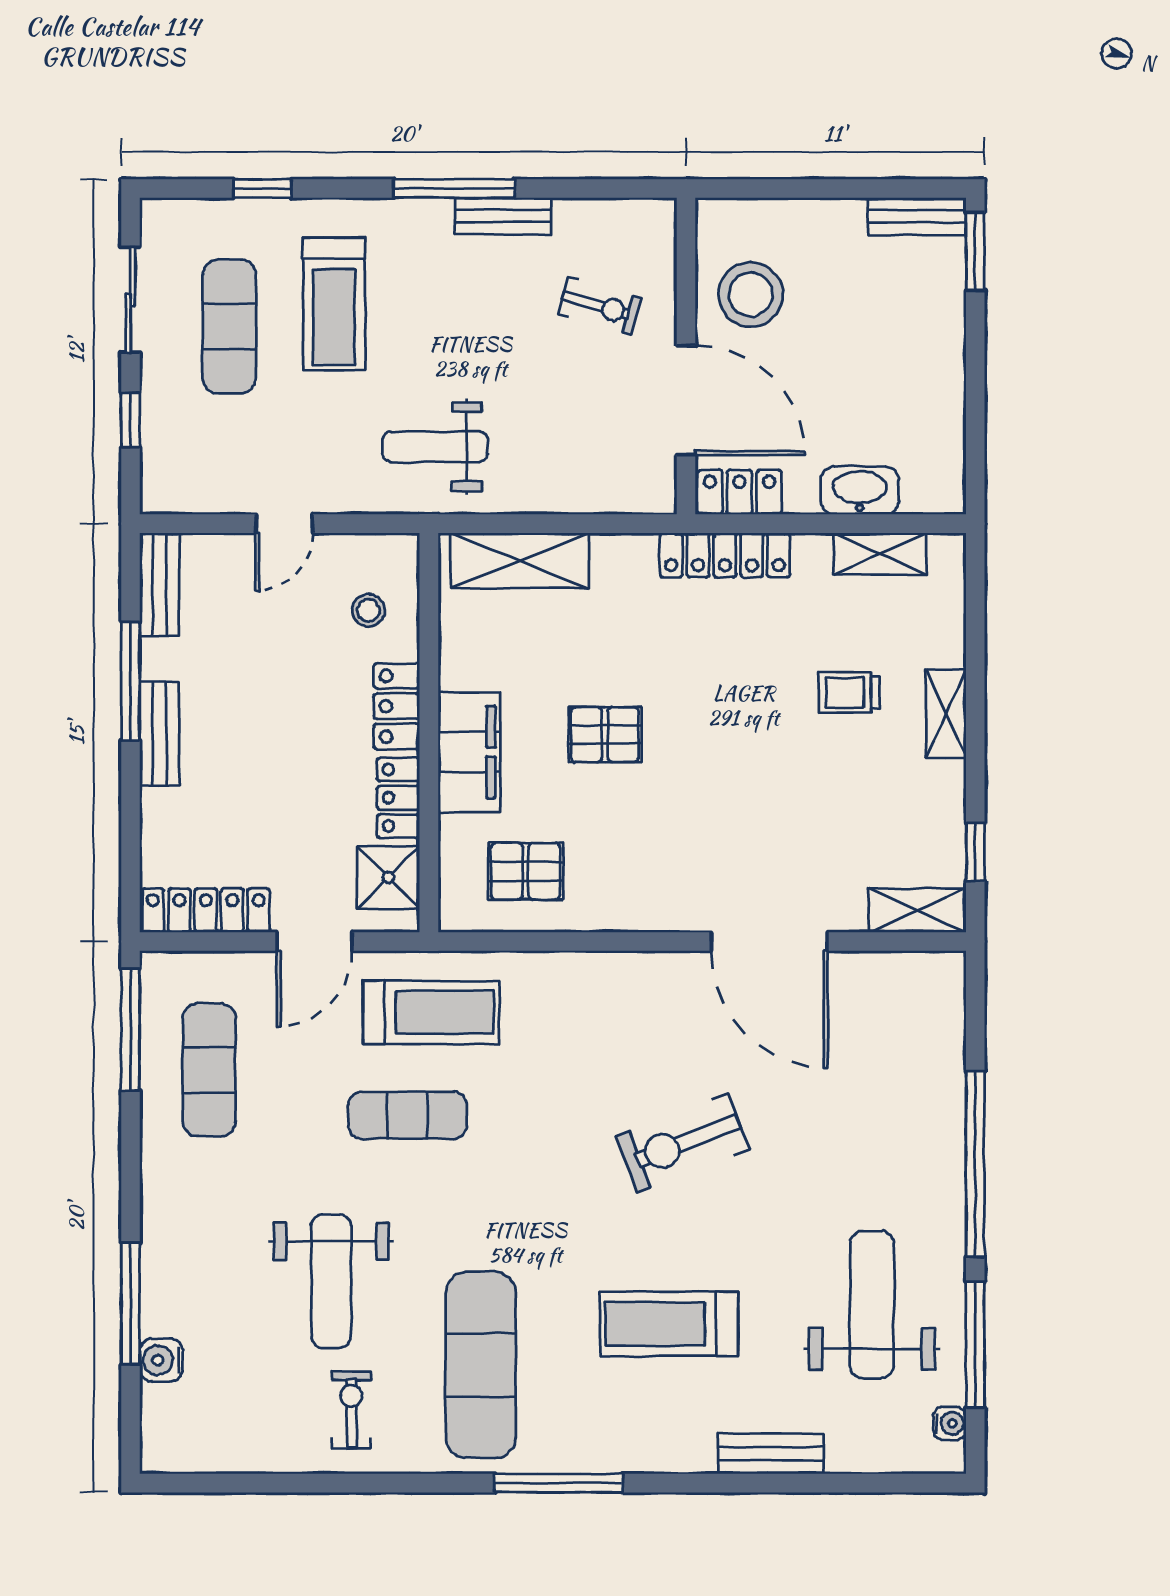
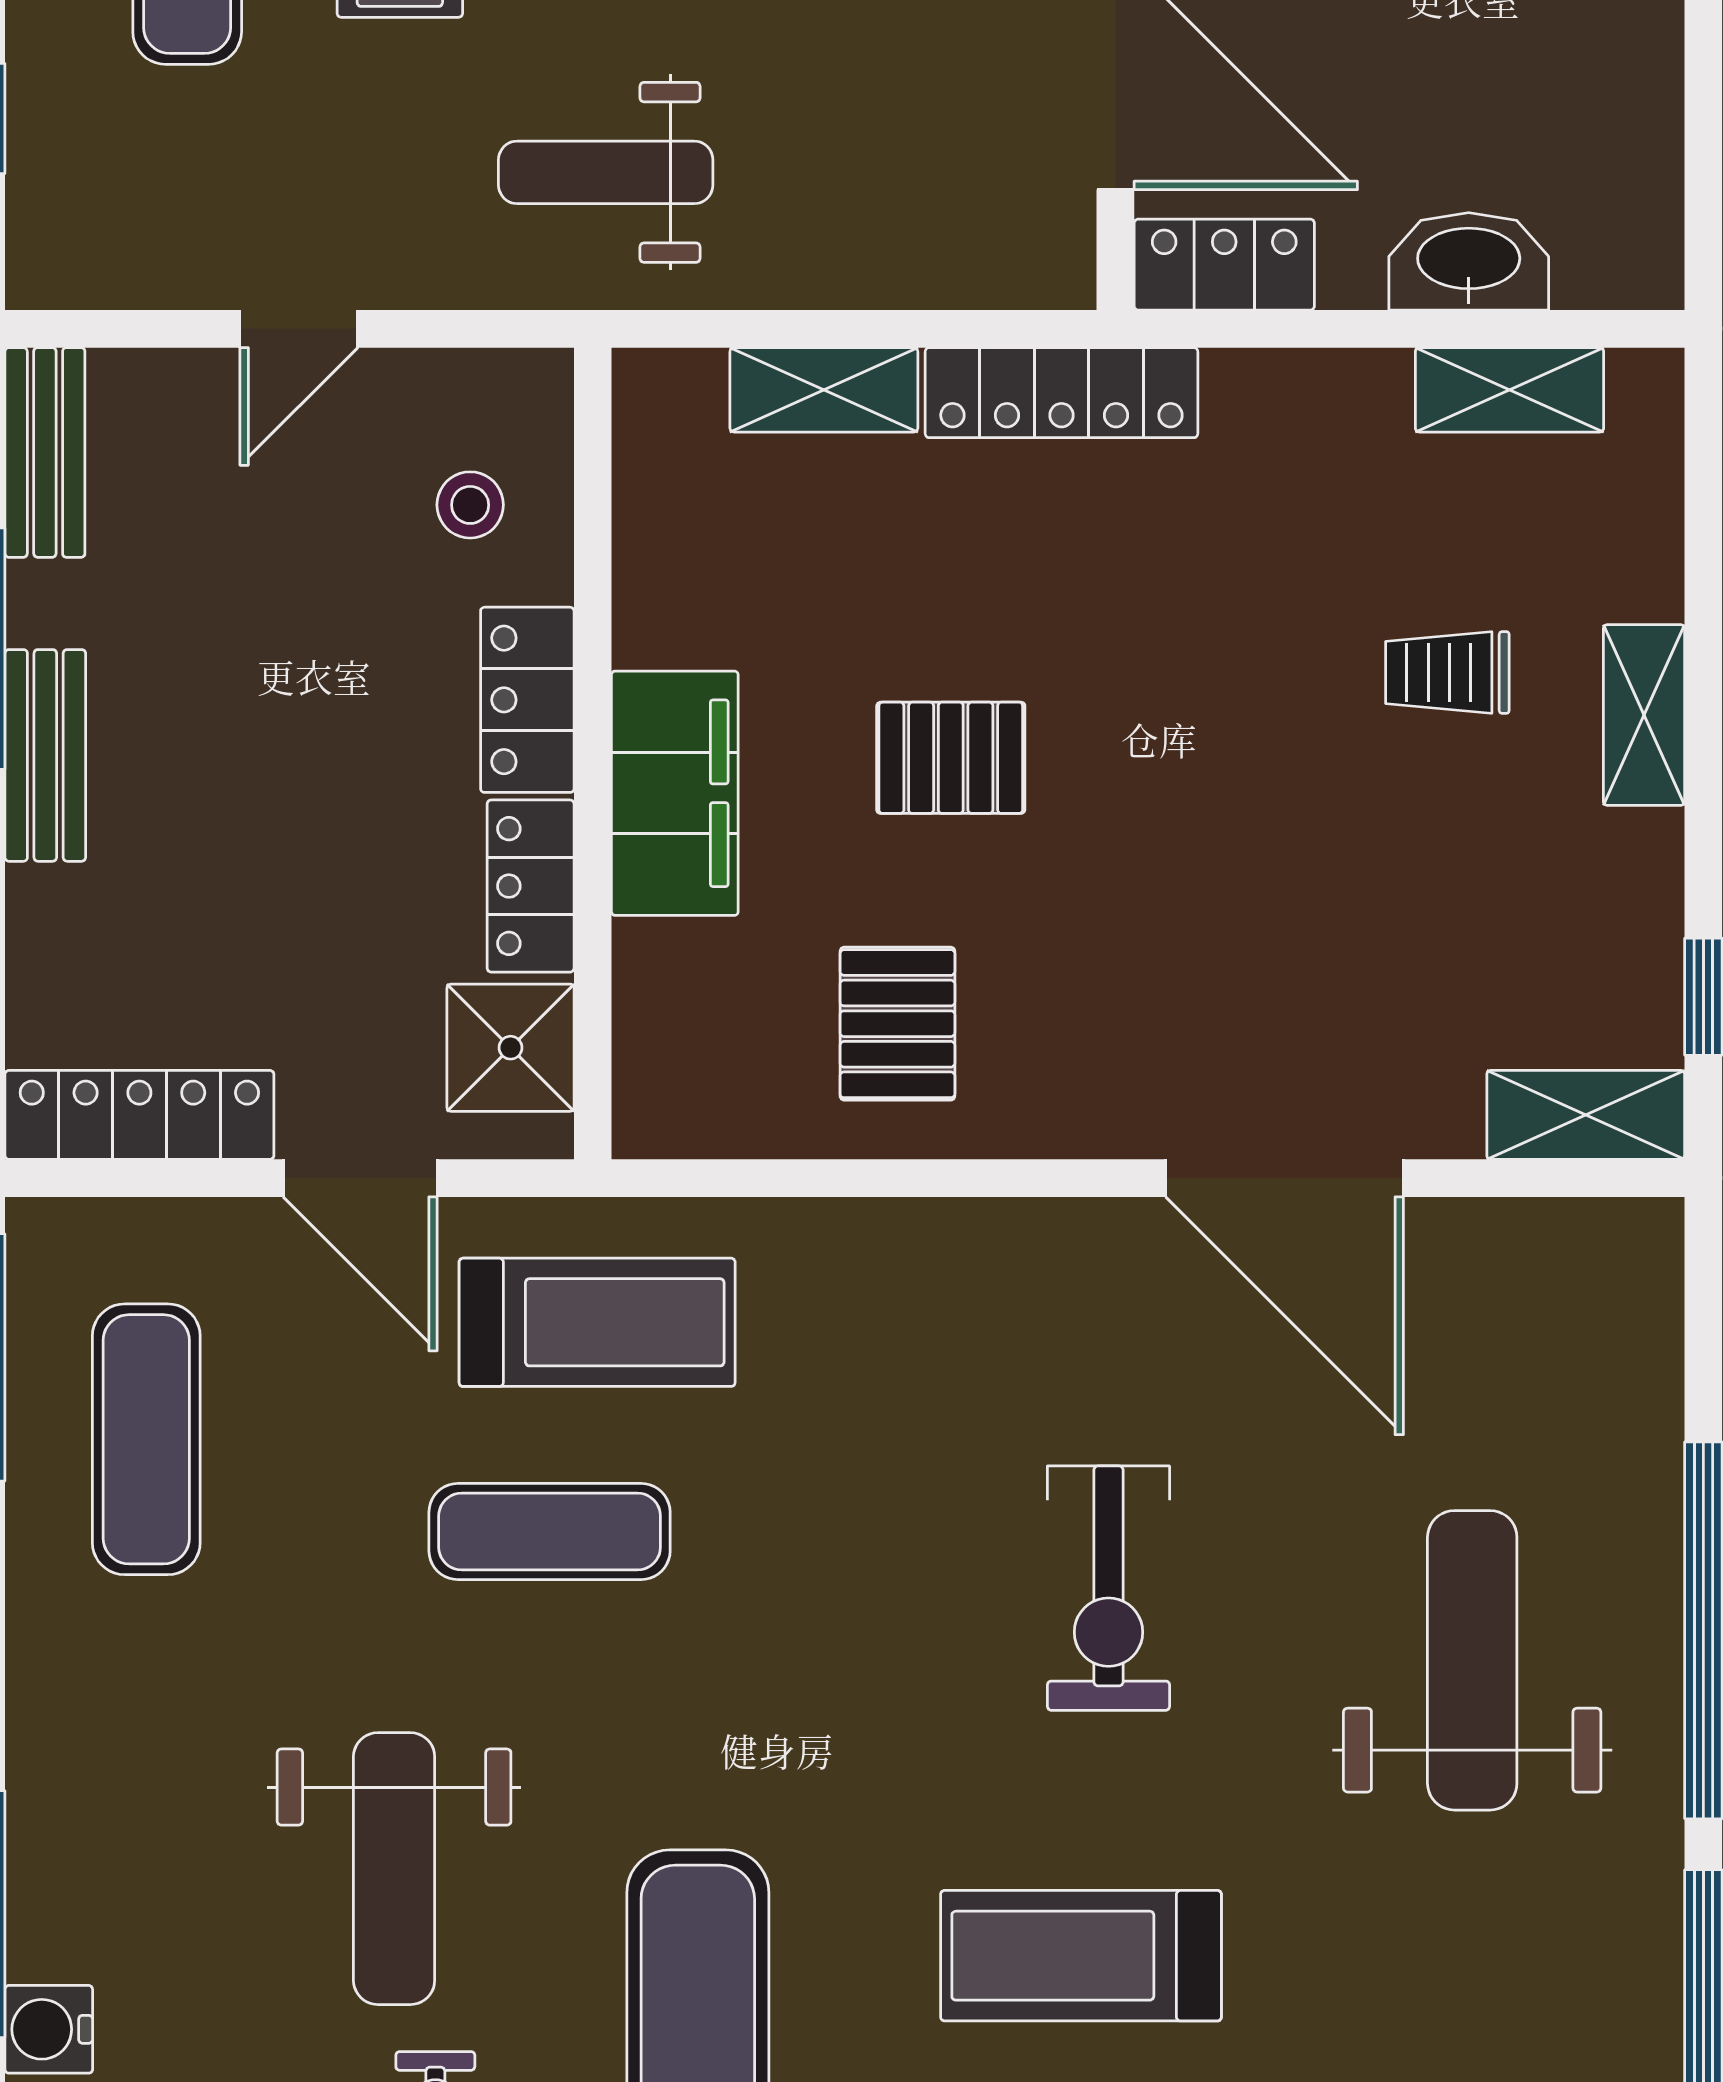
locker: (725, 555) -> (1061, 393), moved
shelving: (519, 561) -> (824, 390), width x0.67, depth x0.75
pallet: (525, 871) -> (897, 1024), moved, turned 90
door: (314, 941) -> (360, 1178), hinge flipped
exercise bike: (683, 1143) -> (1108, 1588), turned -69
weight bench: (872, 1305) -> (1472, 1660), moved

